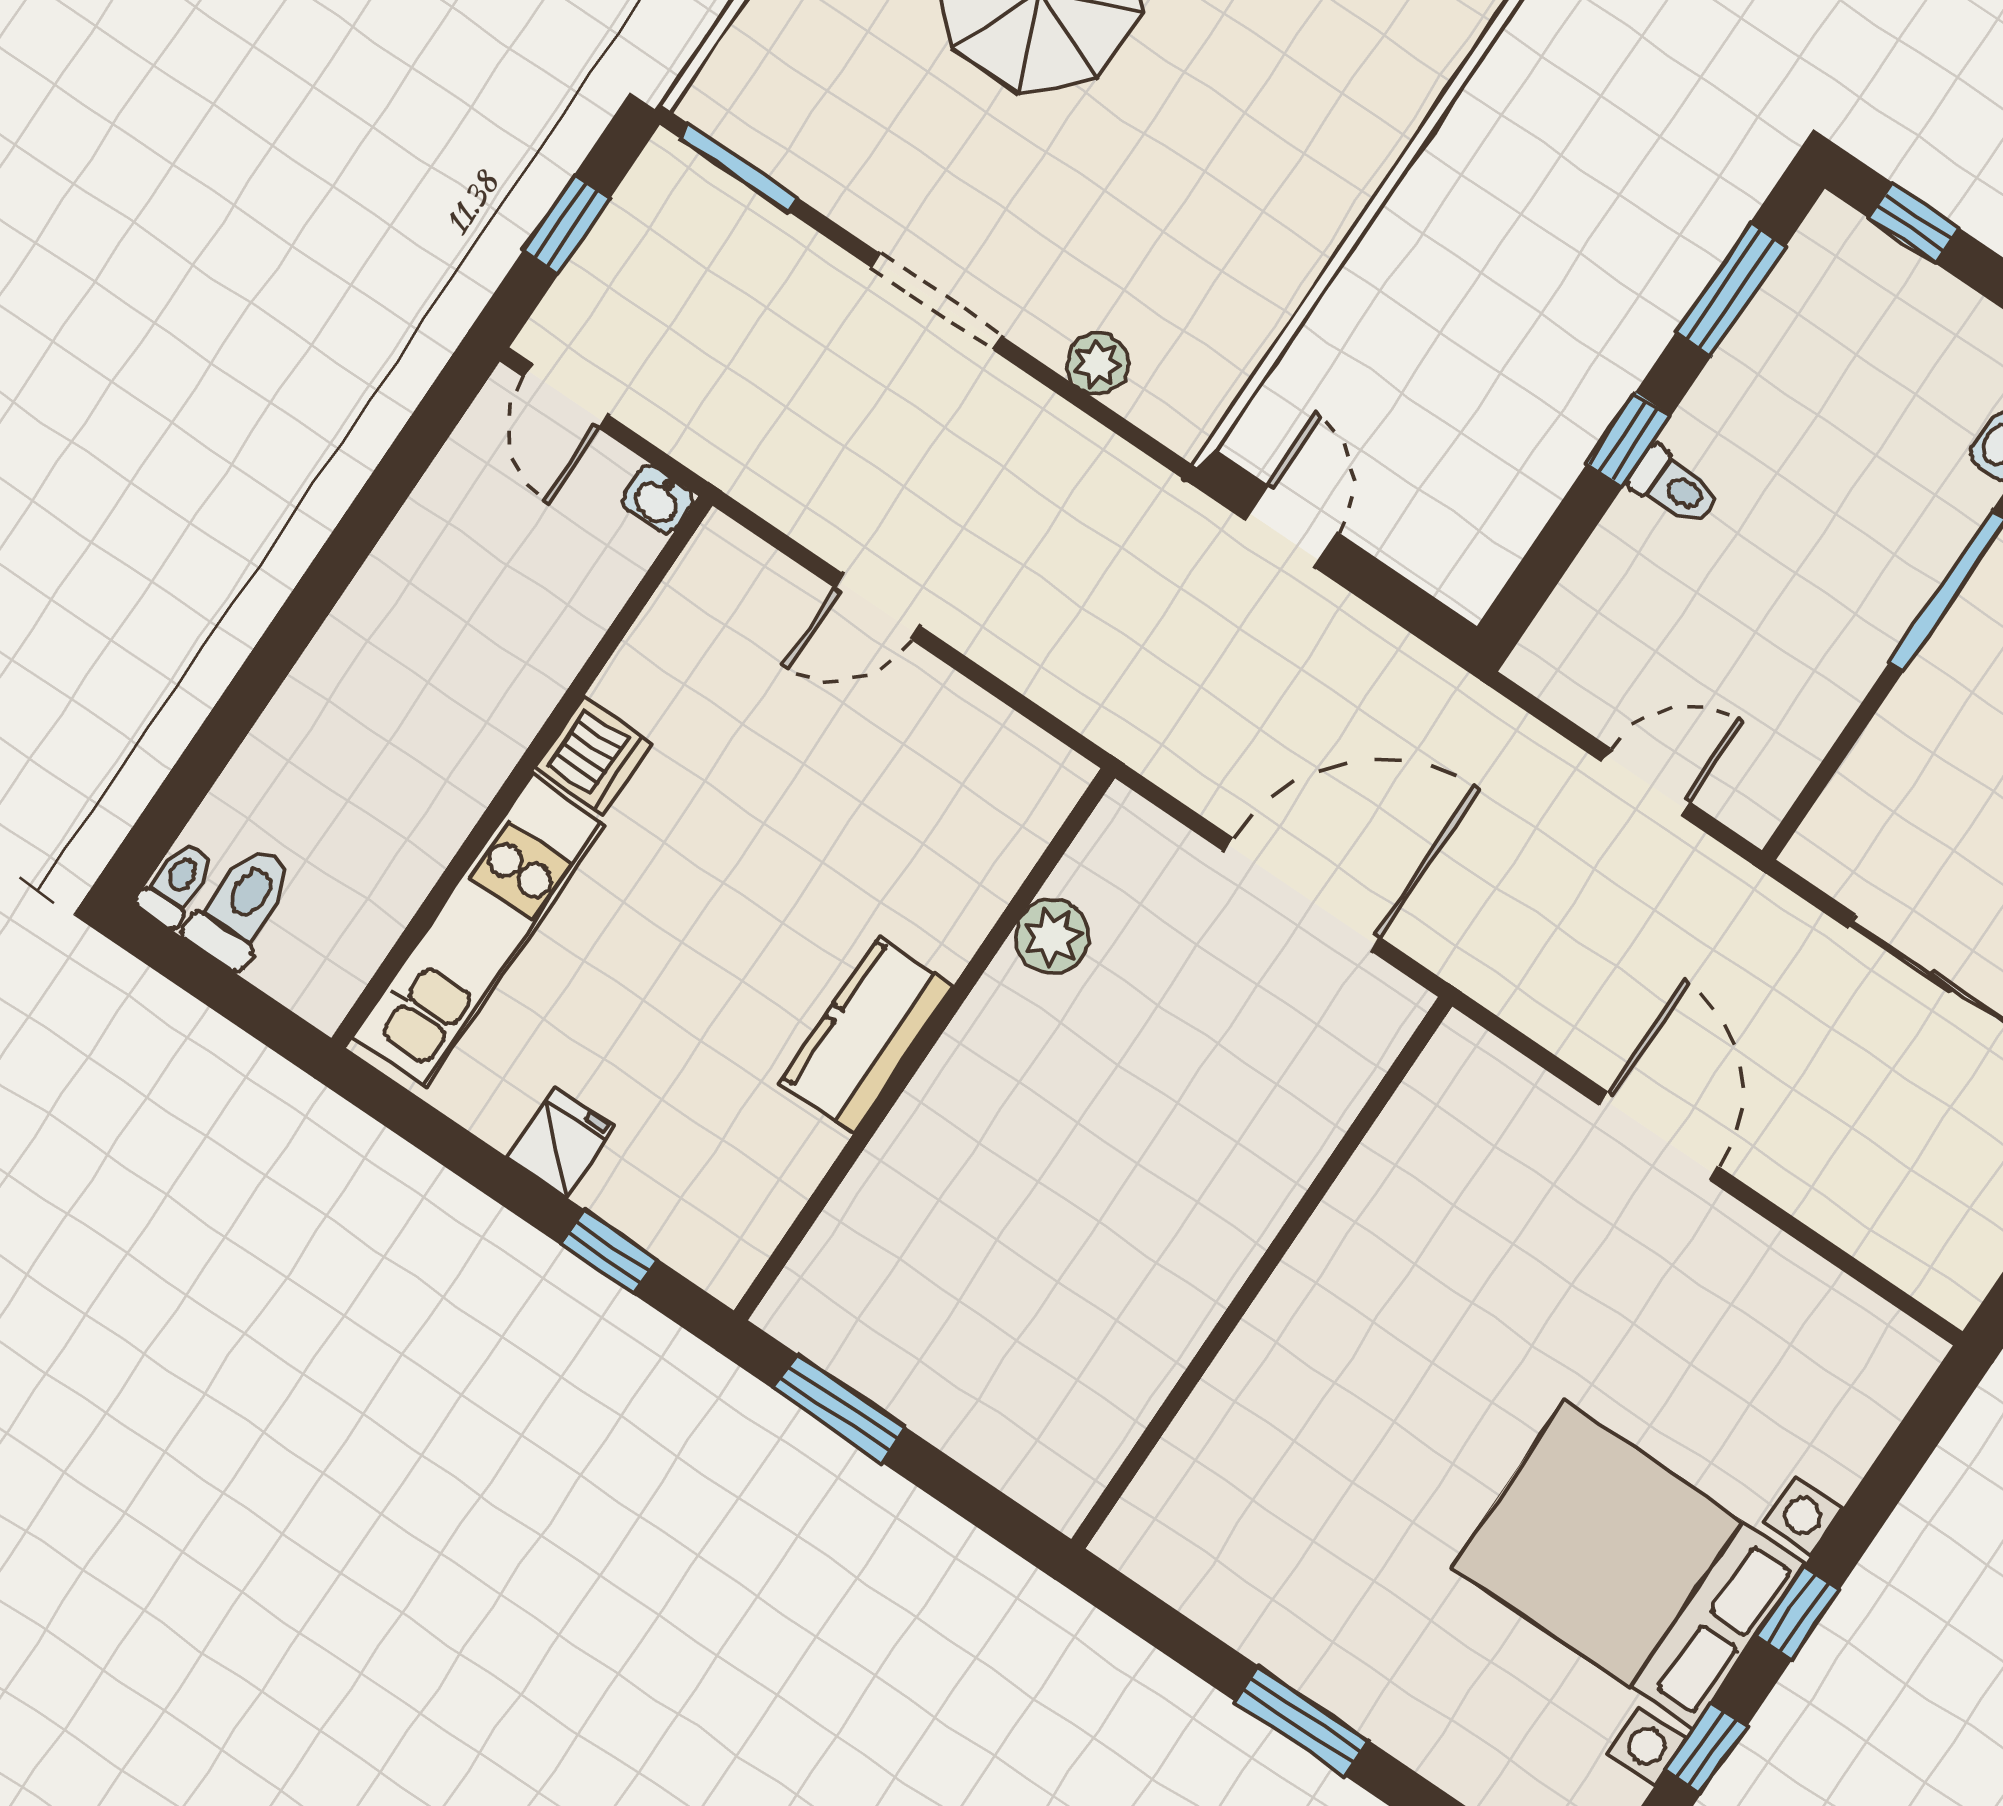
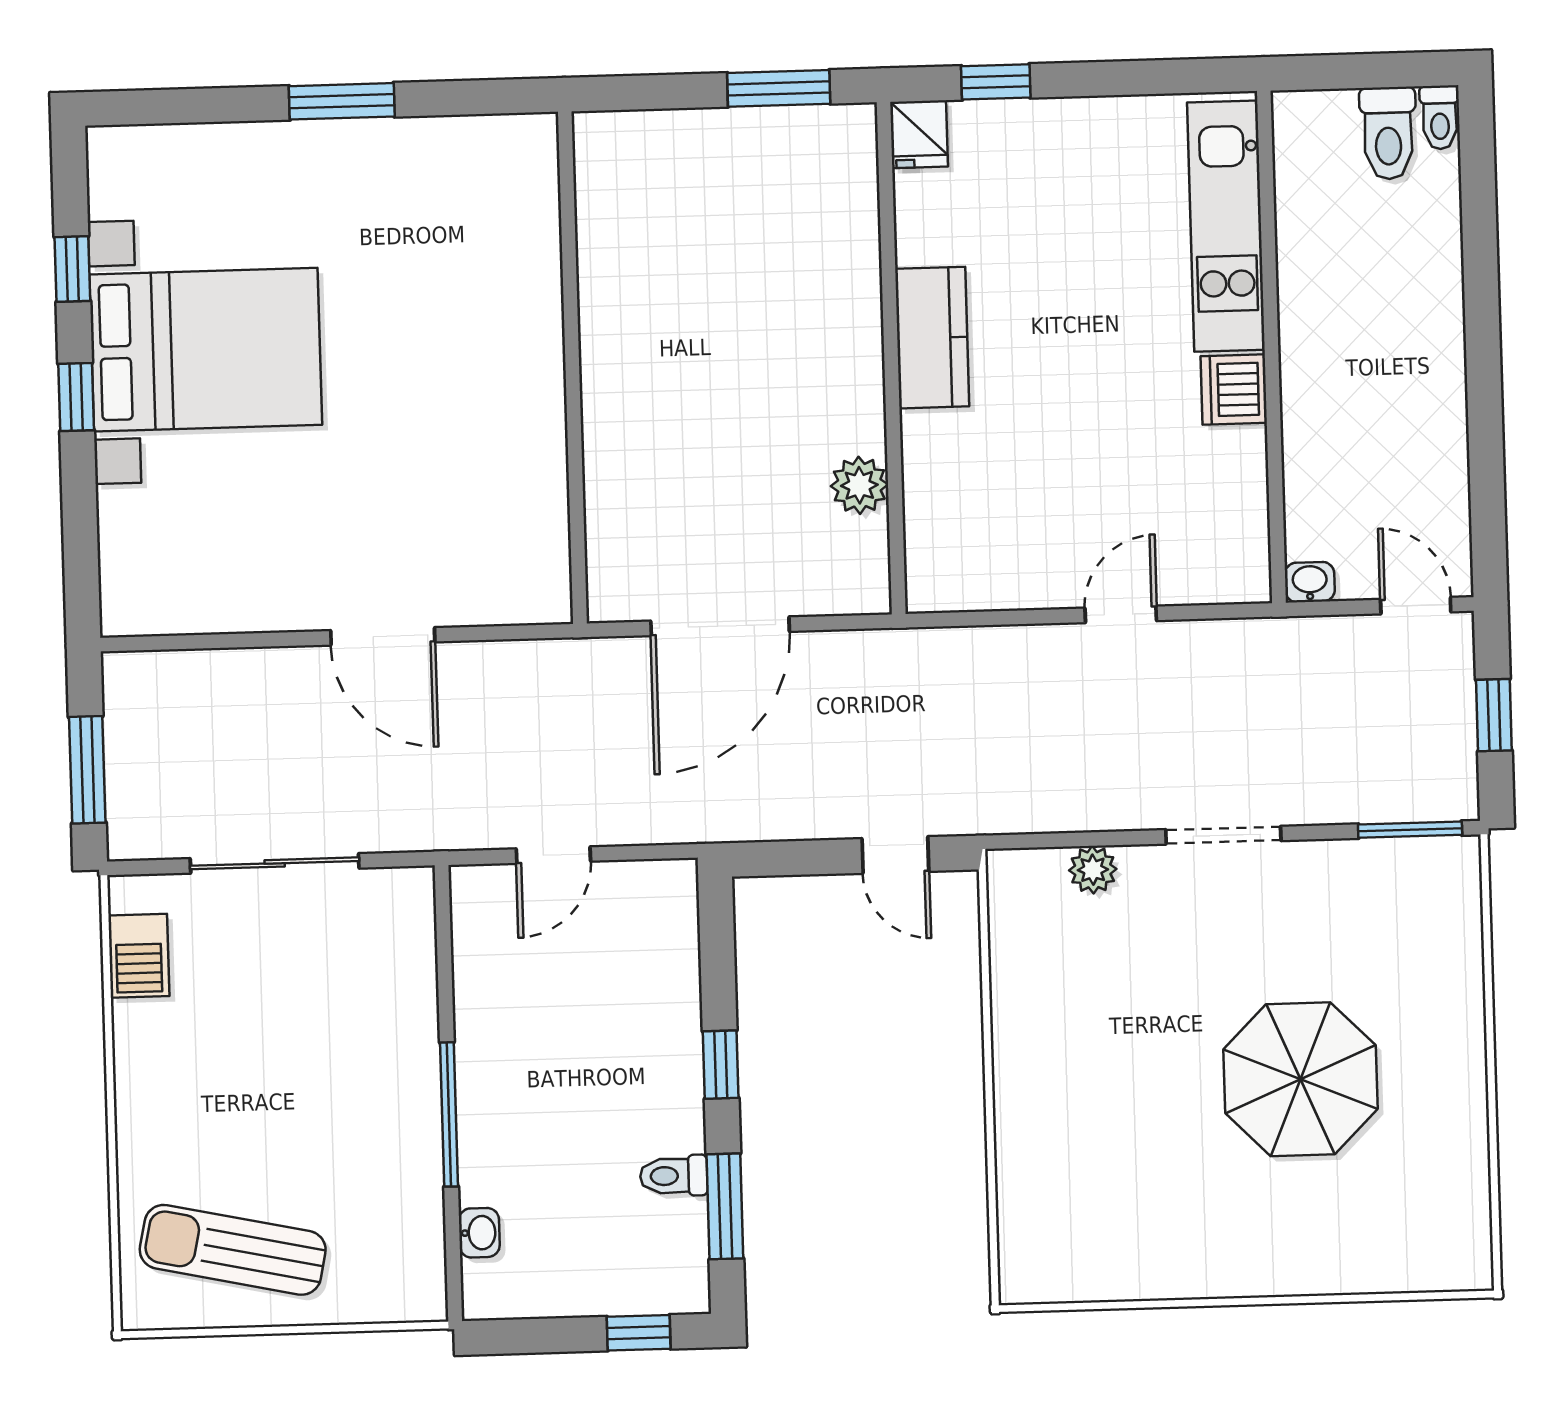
toilet: (1675, 487) -> (674, 1176), moved
fridge: (561, 1142) -> (919, 134), moved

